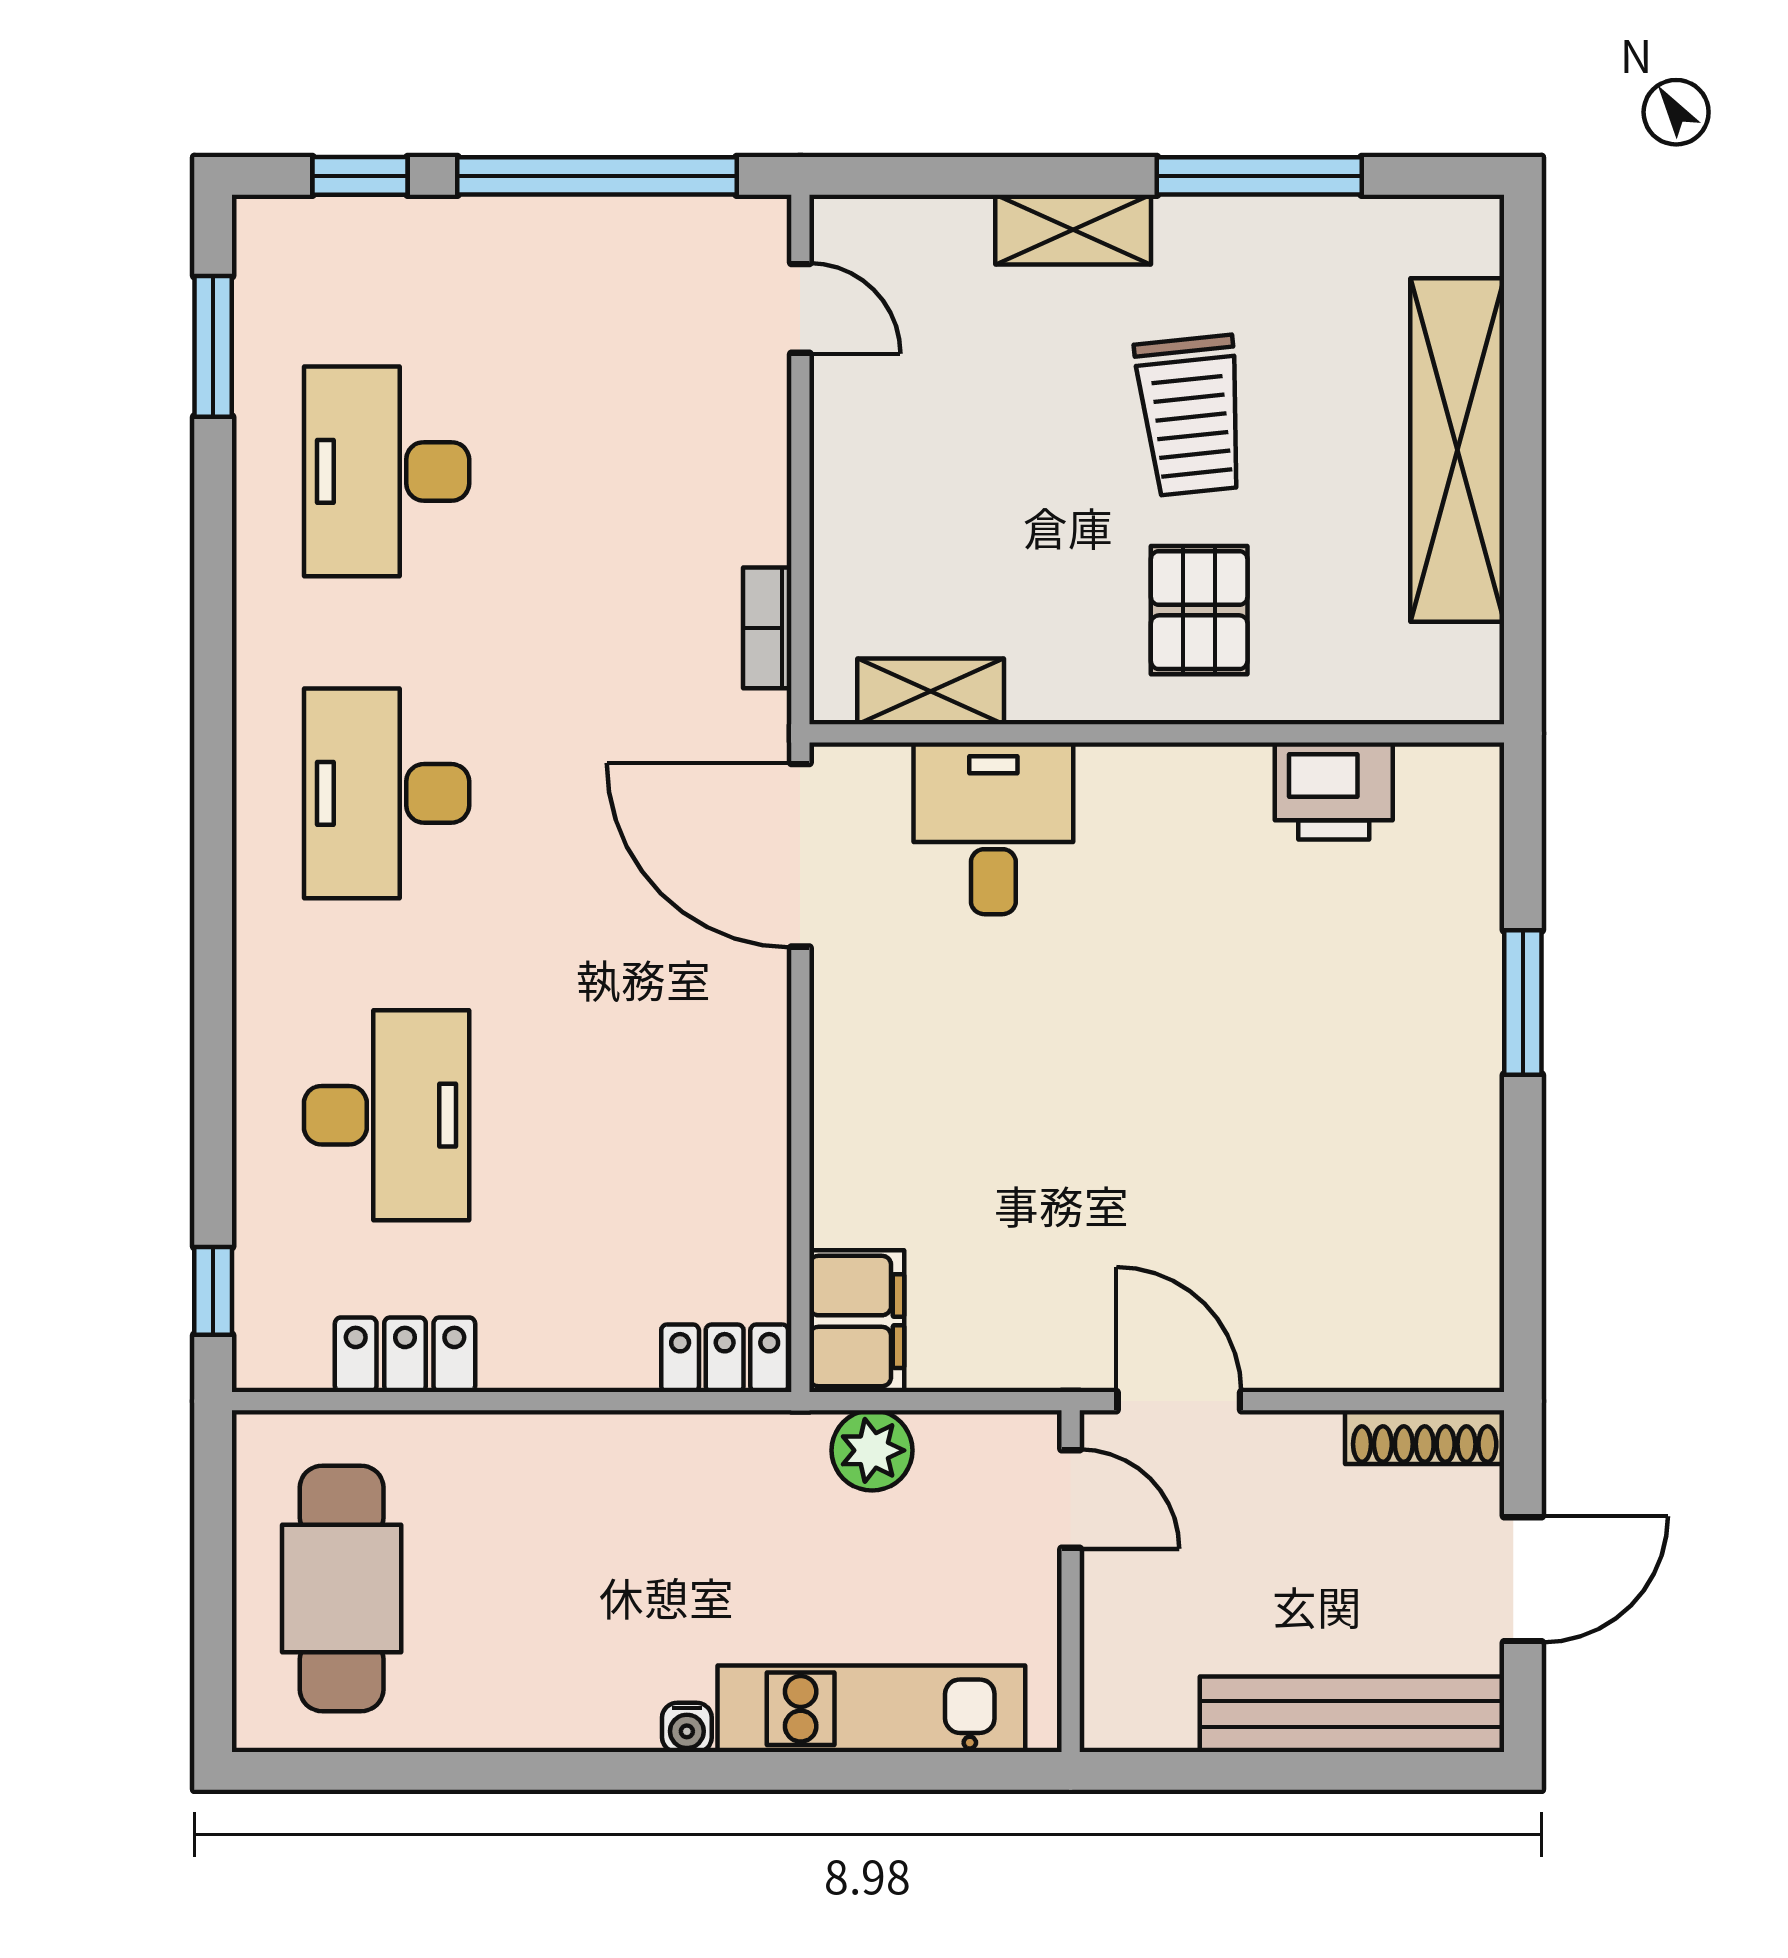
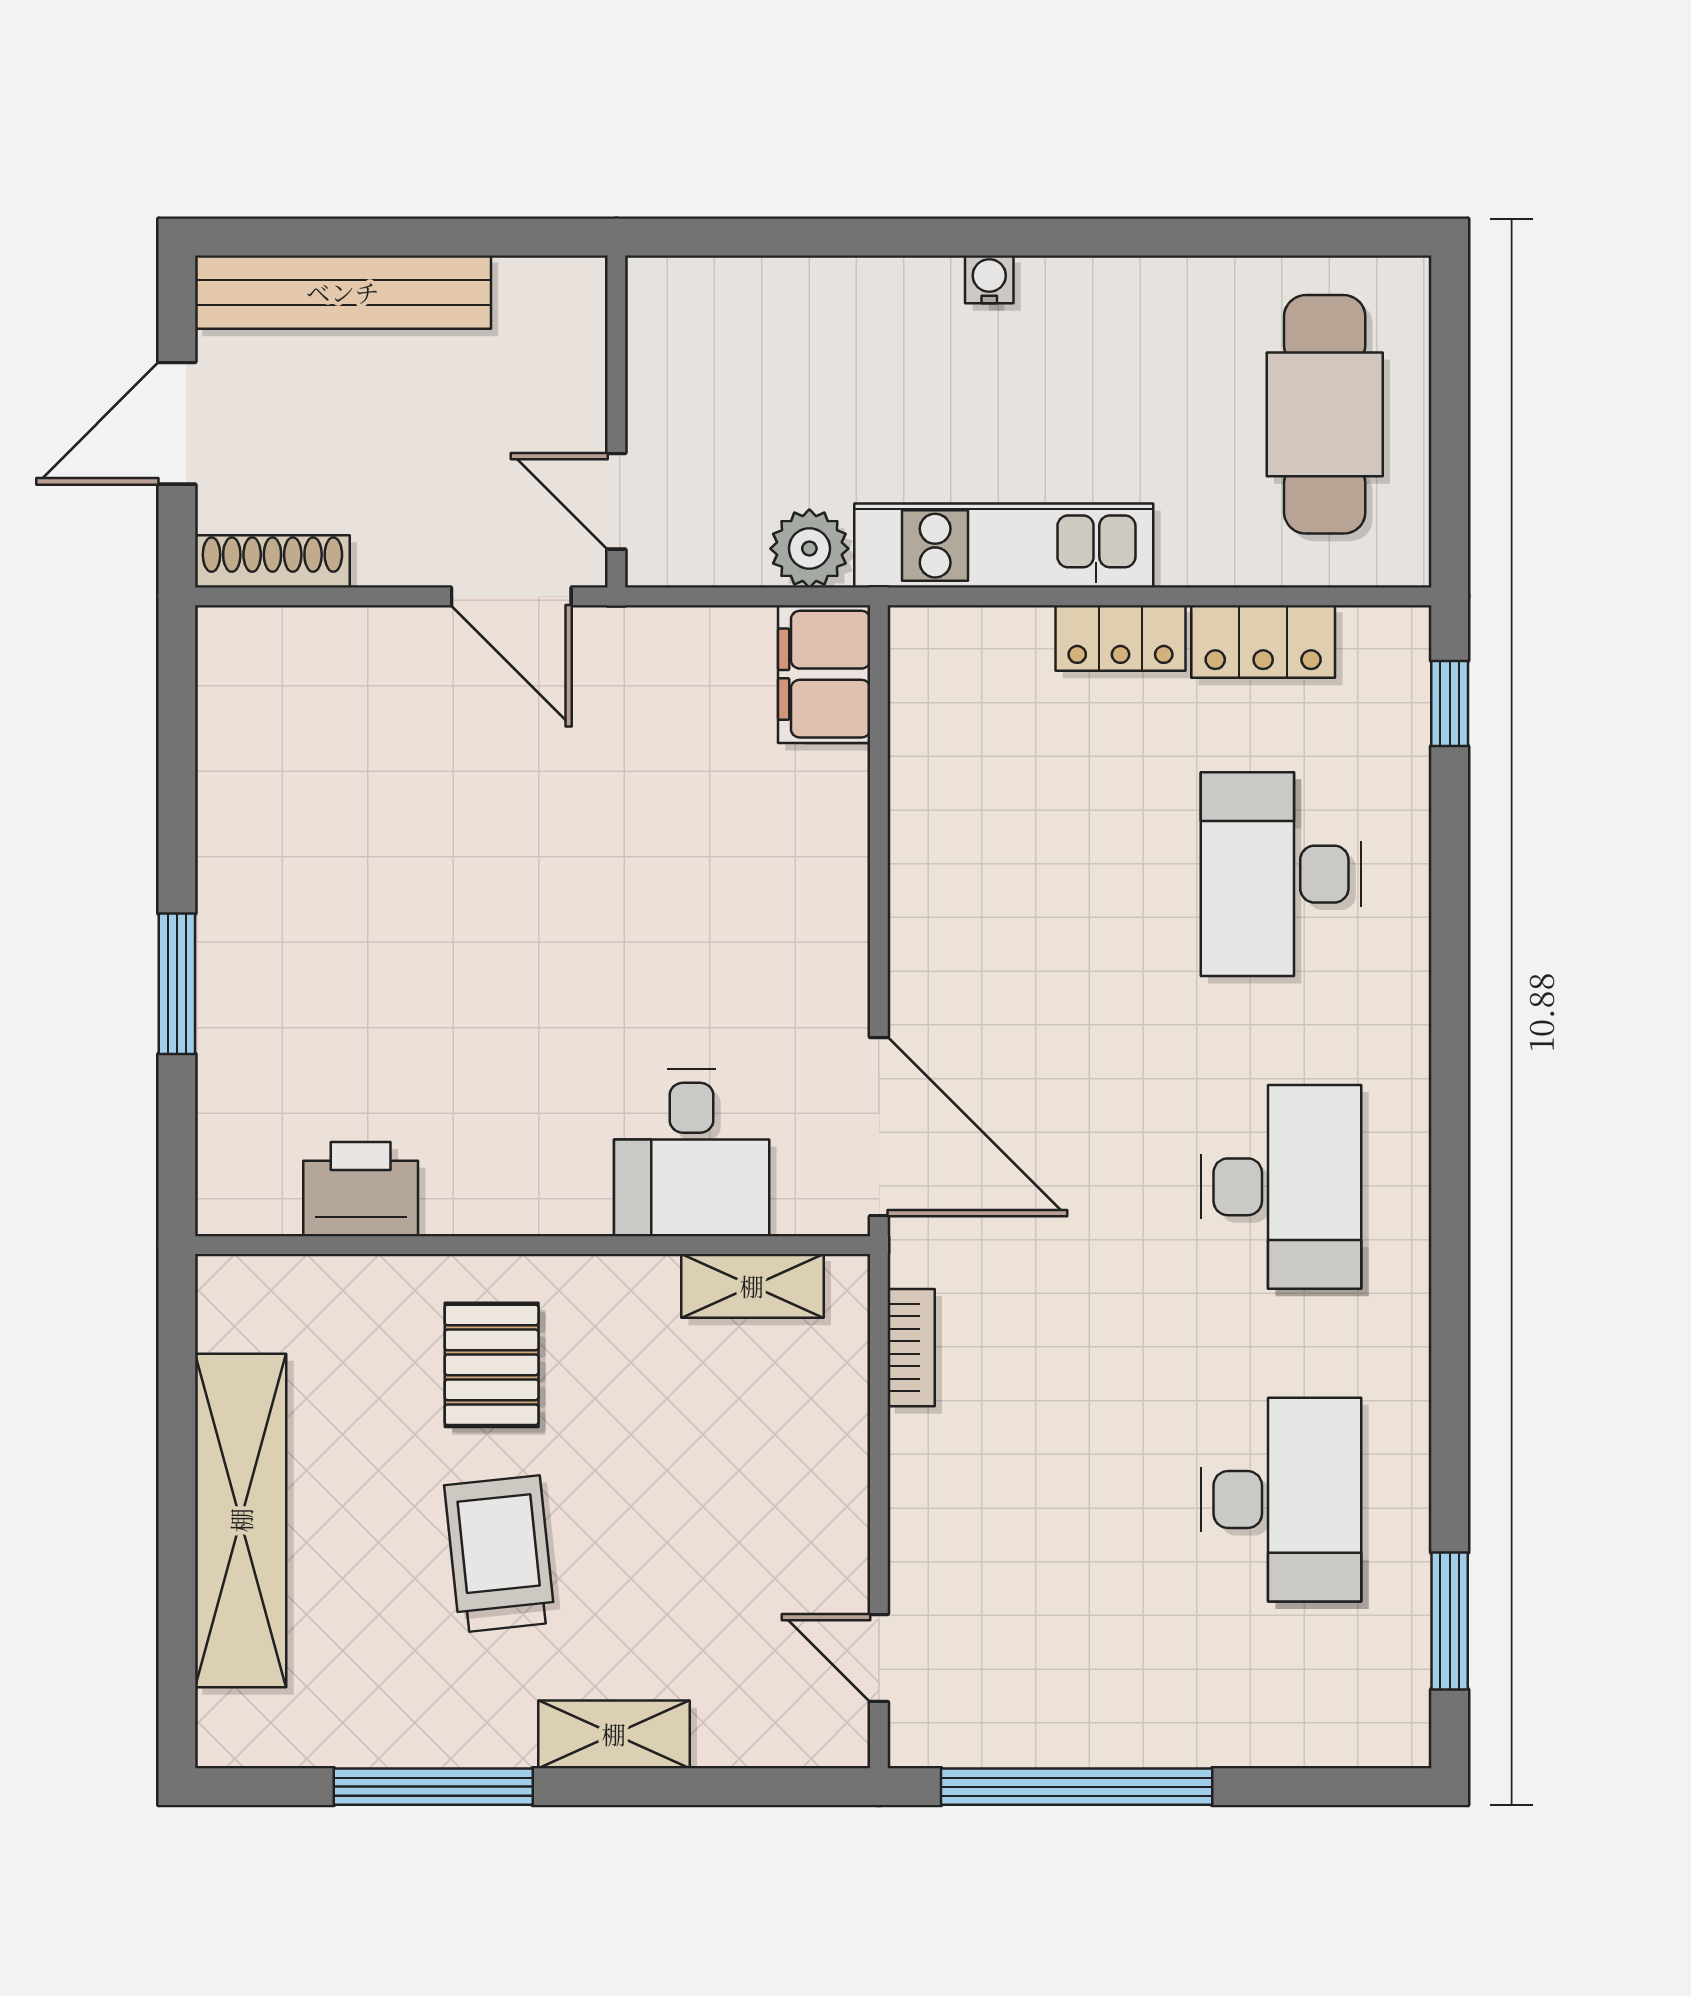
window: (360, 176) -> (1307, 1787), removed
locker: (725, 1358) -> (1120, 638), moved
kitchen unit: (871, 1709) -> (1004, 546), moved, turned 180

